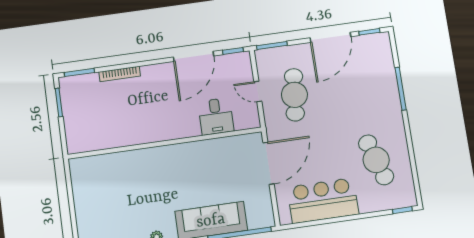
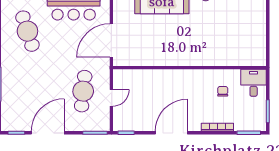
door: (194, 56) -> (171, 133), moved
door: (258, 91) -> (111, 98), hinge flipped
desk: (216, 116) -> (254, 83), moved
chair: (119, 119) -> (223, 91), added

